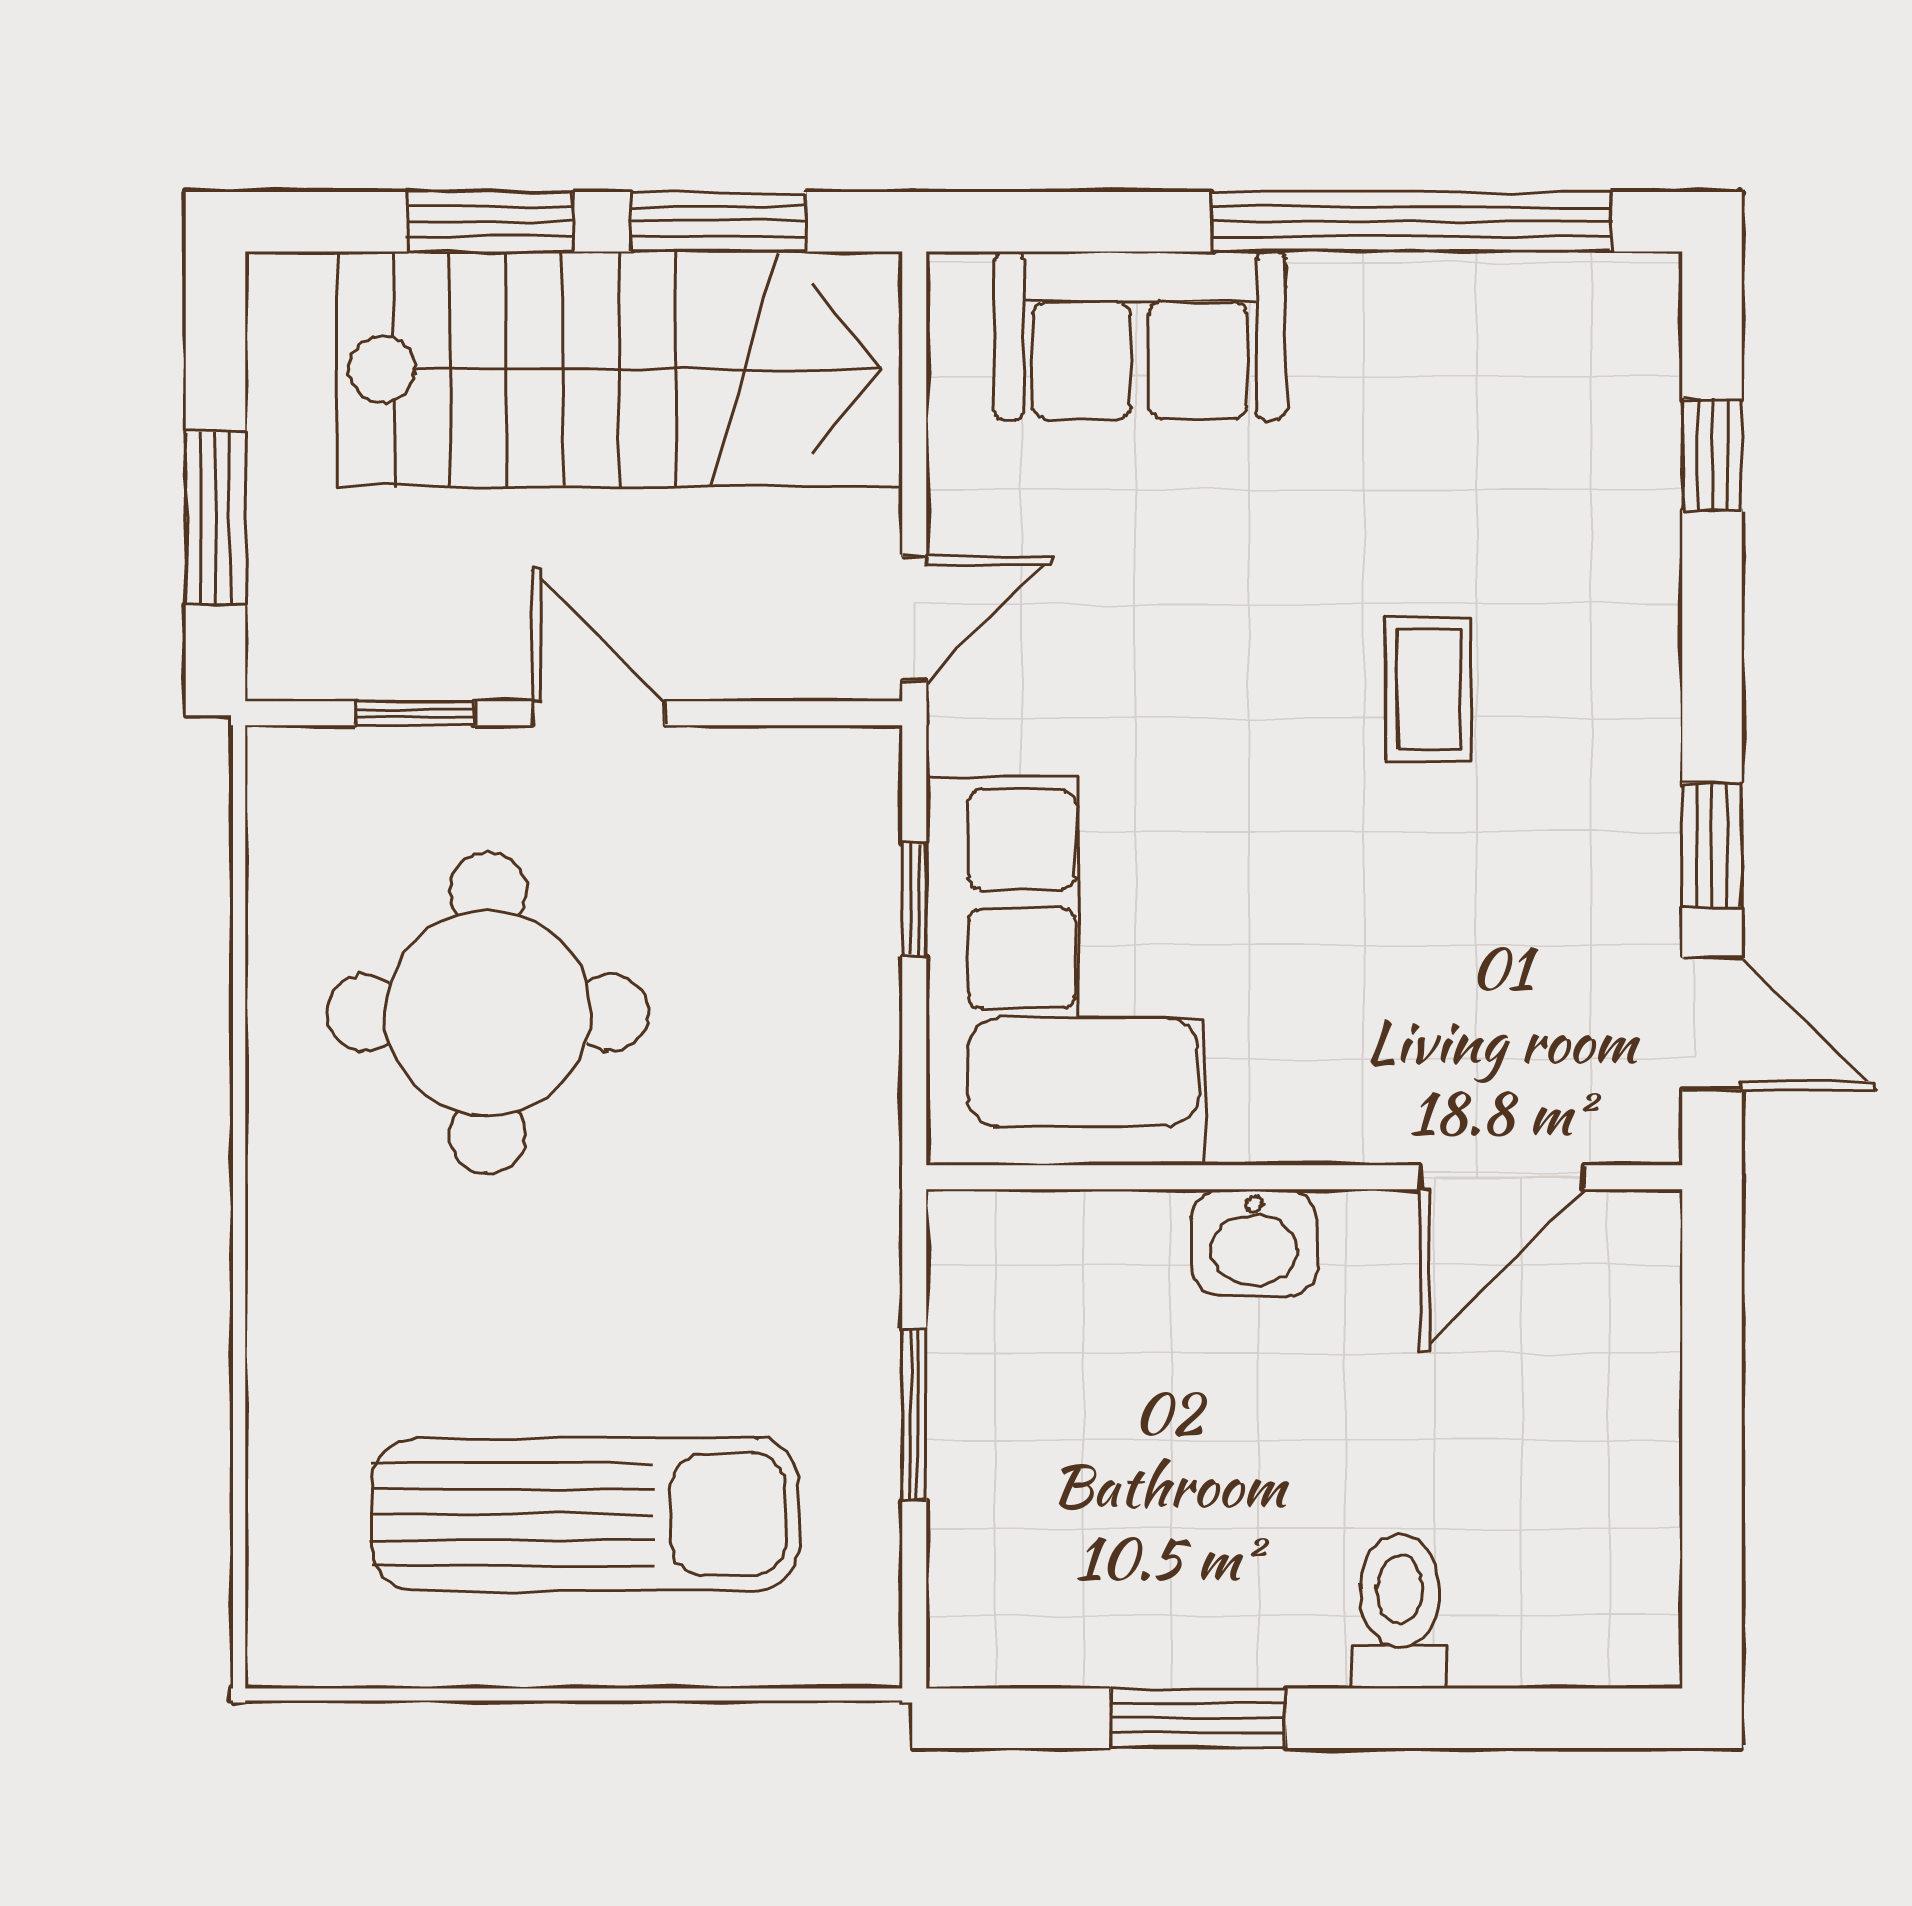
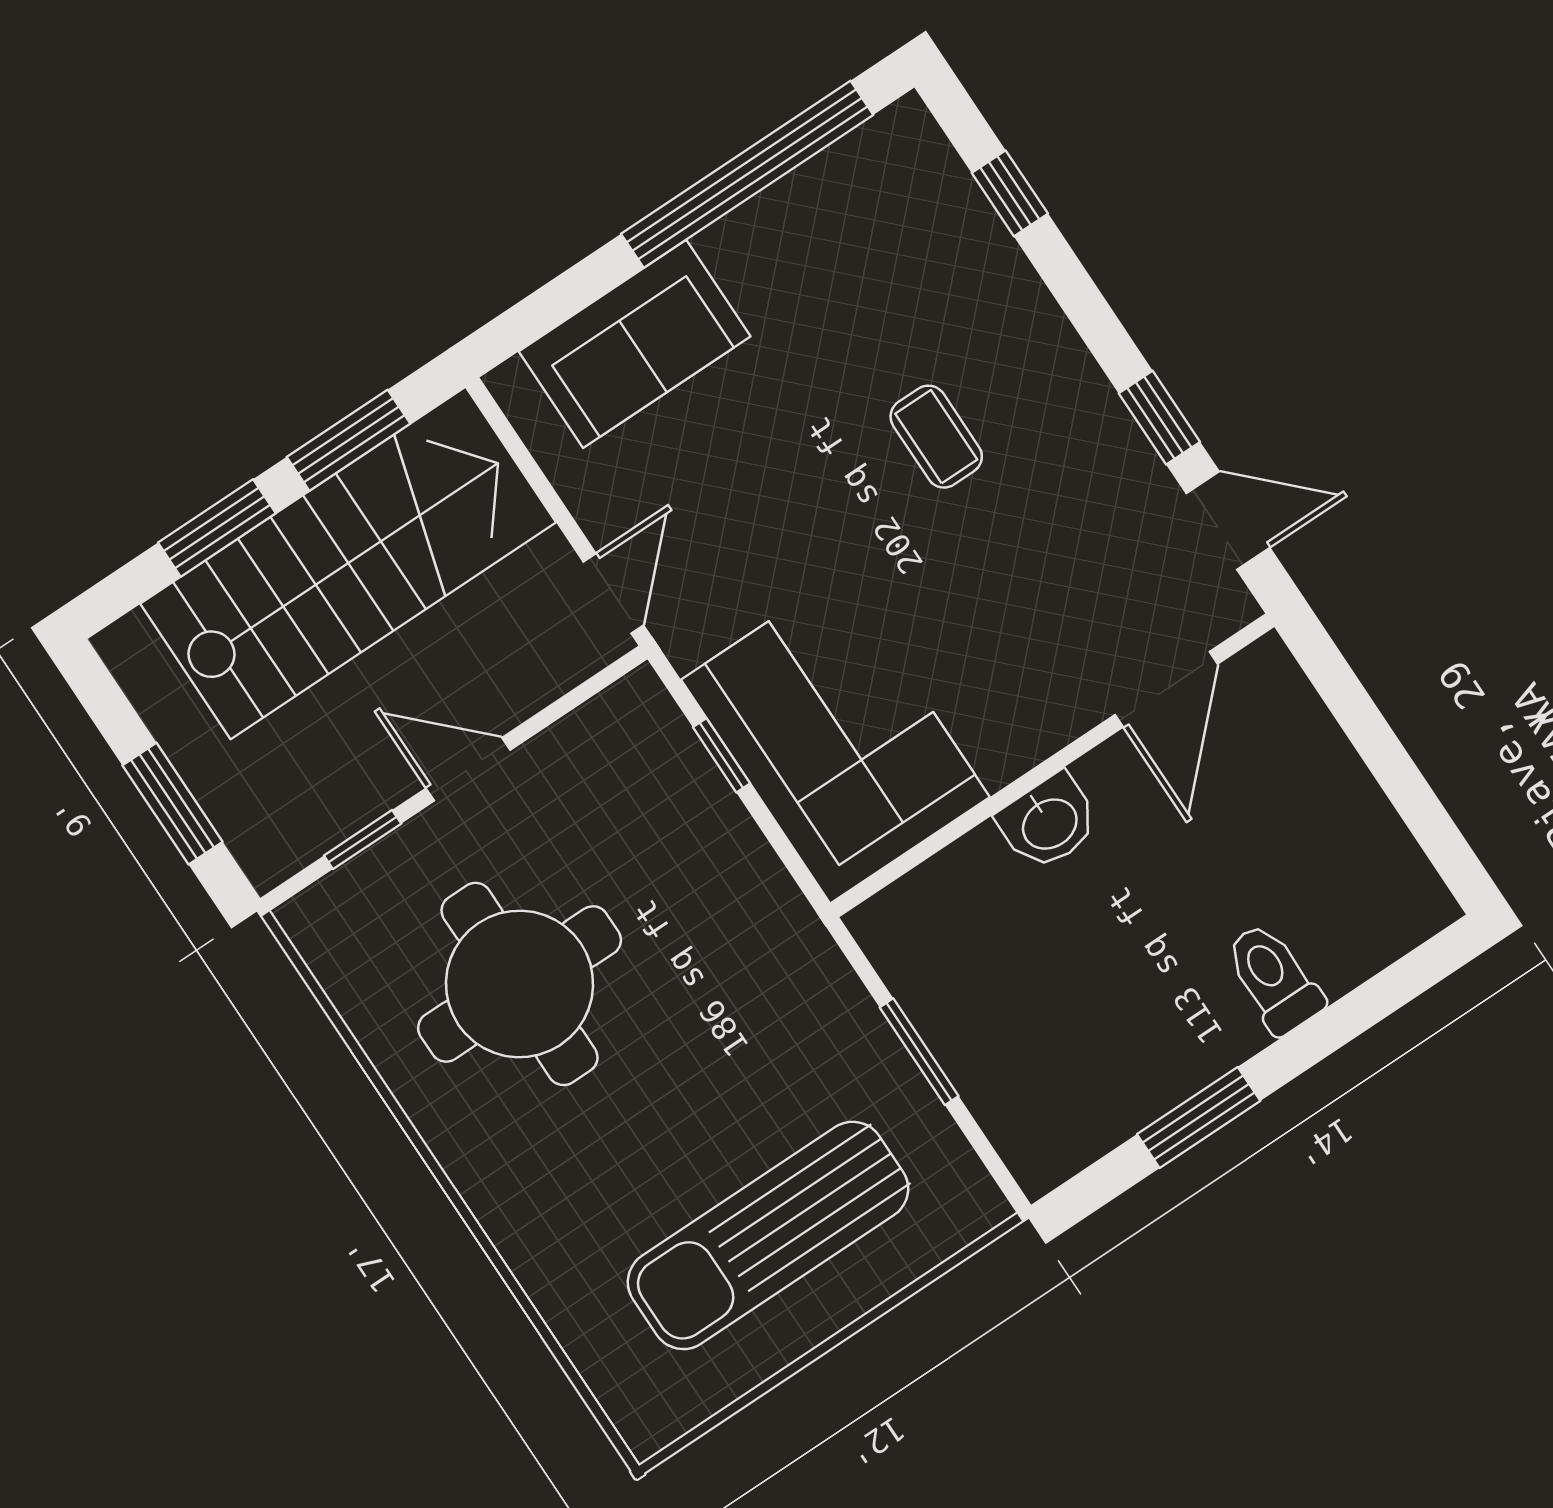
sun lounger: (585, 1515) -> (768, 1235), turned 180

